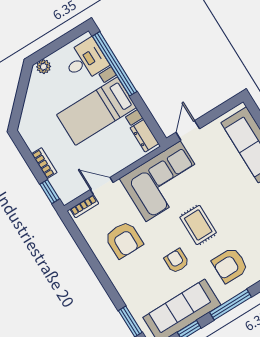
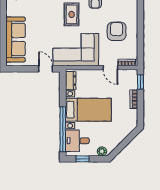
window: (63, 41) -> (83, 159), added
door: (188, 131) -> (46, 69), swing flipped

